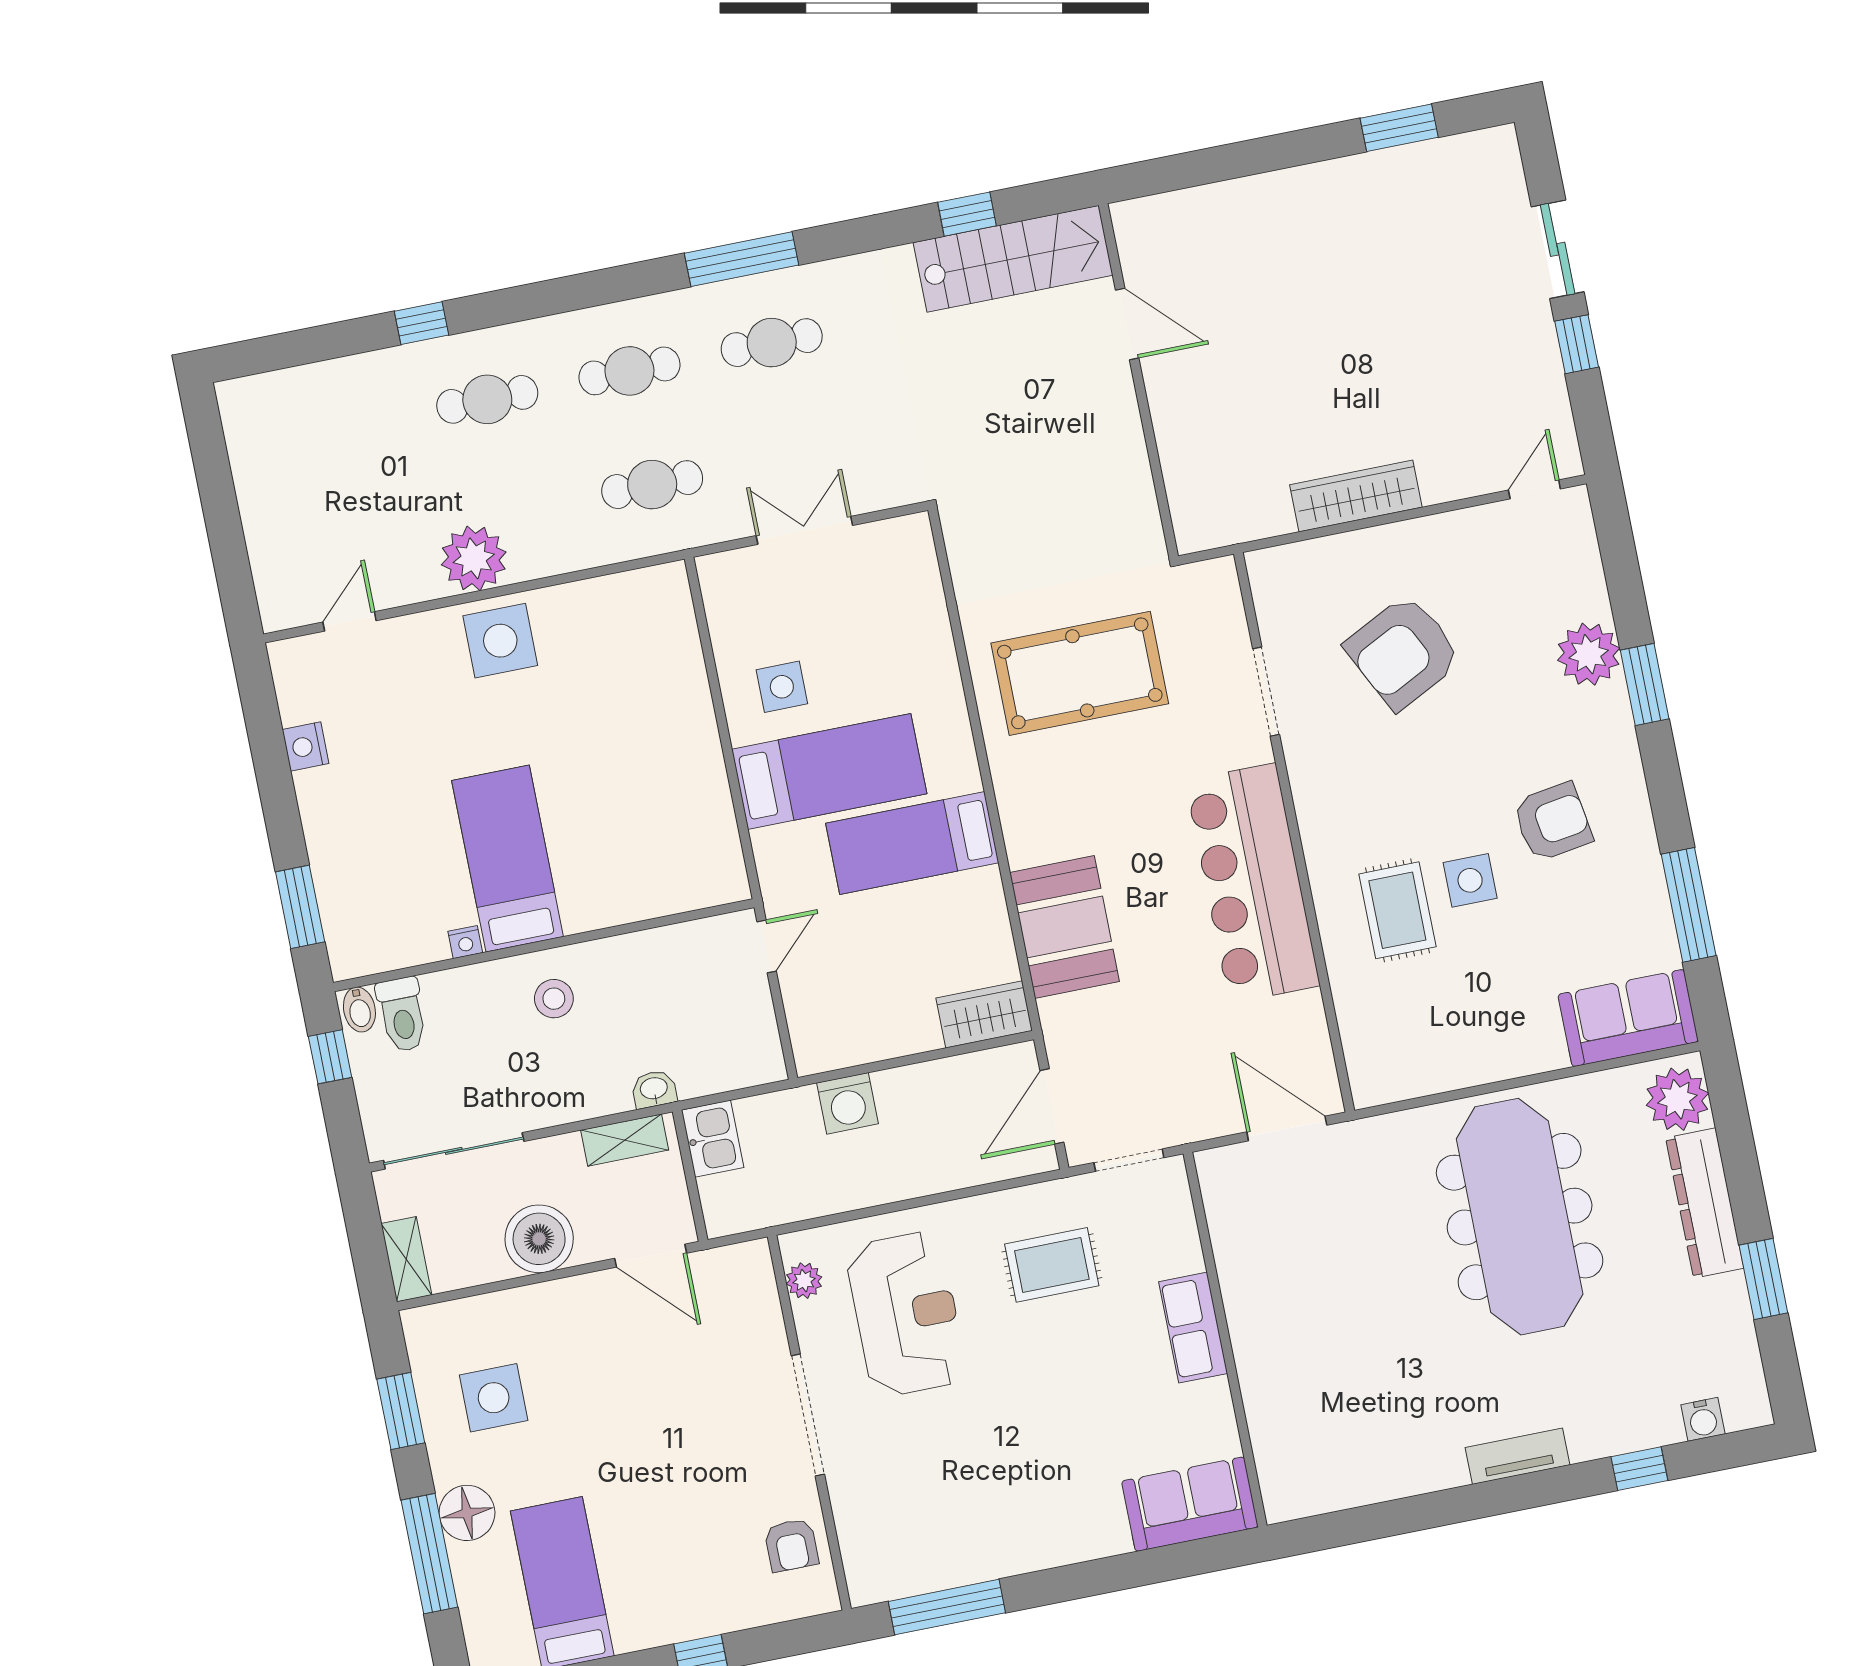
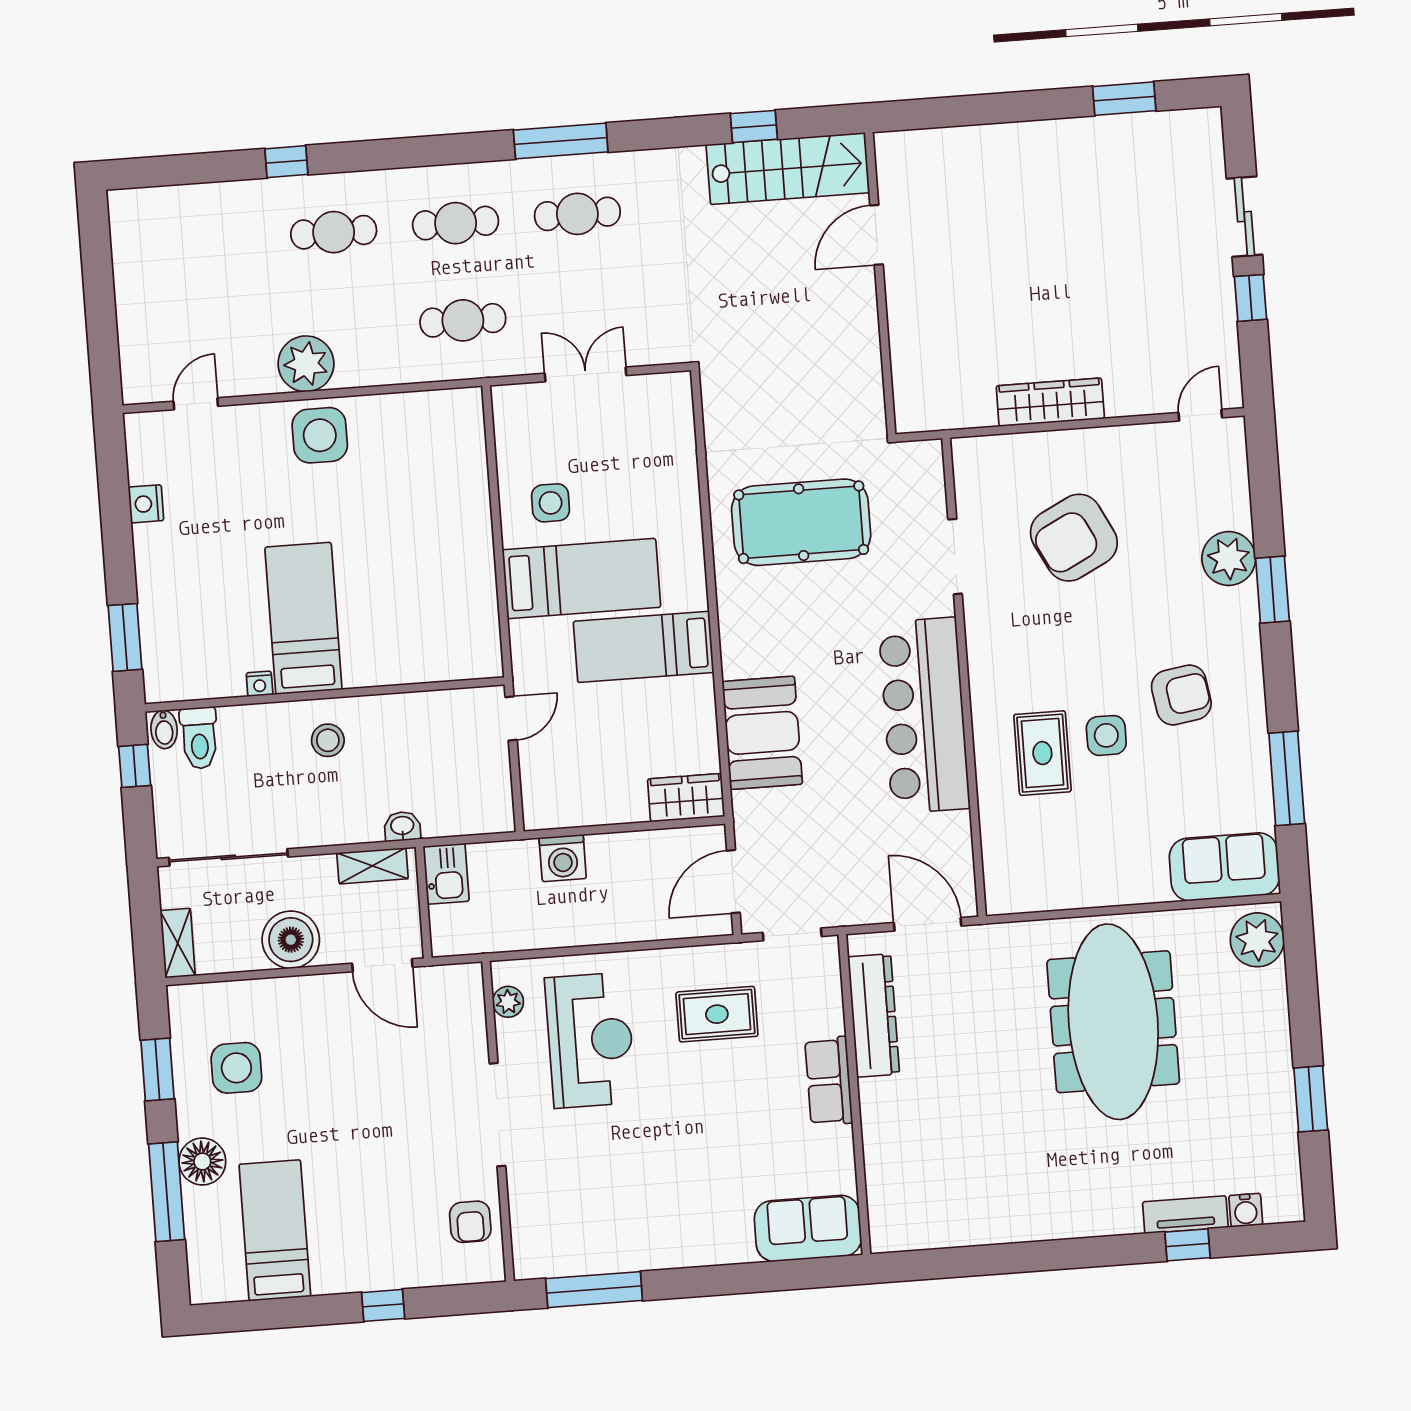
door: (1127, 324) -> (877, 235), swing flipped
dresser: (1705, 1203) -> (874, 1015), moved, turned 180
tv unit: (1518, 1456) -> (1185, 1215), moved

